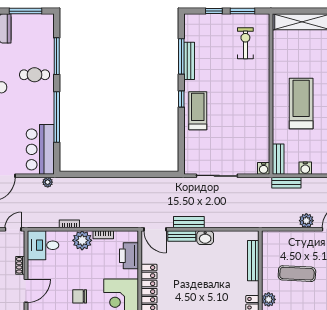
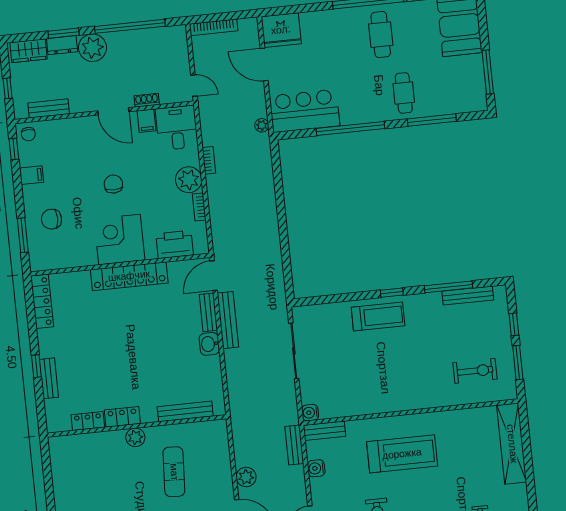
bench: (189, 61) -> (468, 296), moved
bench: (189, 222) -> (228, 320), width x1.36
filing cabinet: (35, 267) -> (146, 121), added

